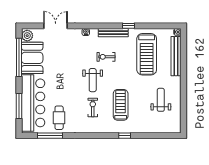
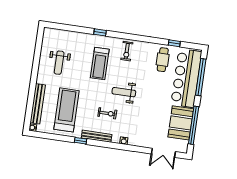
double door: (56, 26) -> (163, 153), moved
plant: (27, 36) -> (182, 146), removed
weight bench: (93, 80) -> (124, 92), turned -90
window: (19, 106) -> (201, 77), width x1.46
exercise bike: (93, 108) -> (127, 51), moved
window: (50, 136) -> (174, 43), width x0.46

